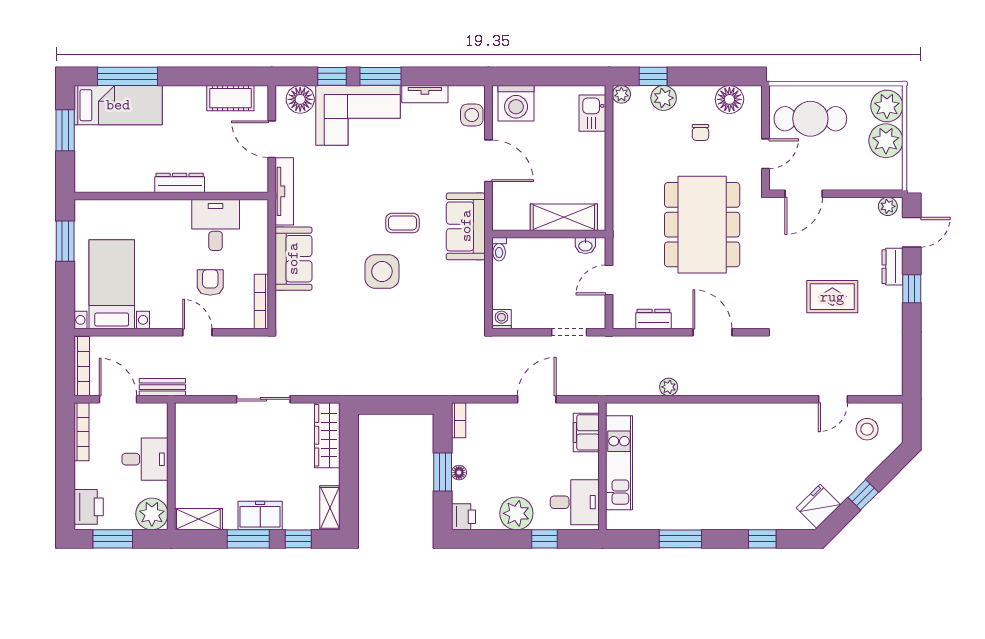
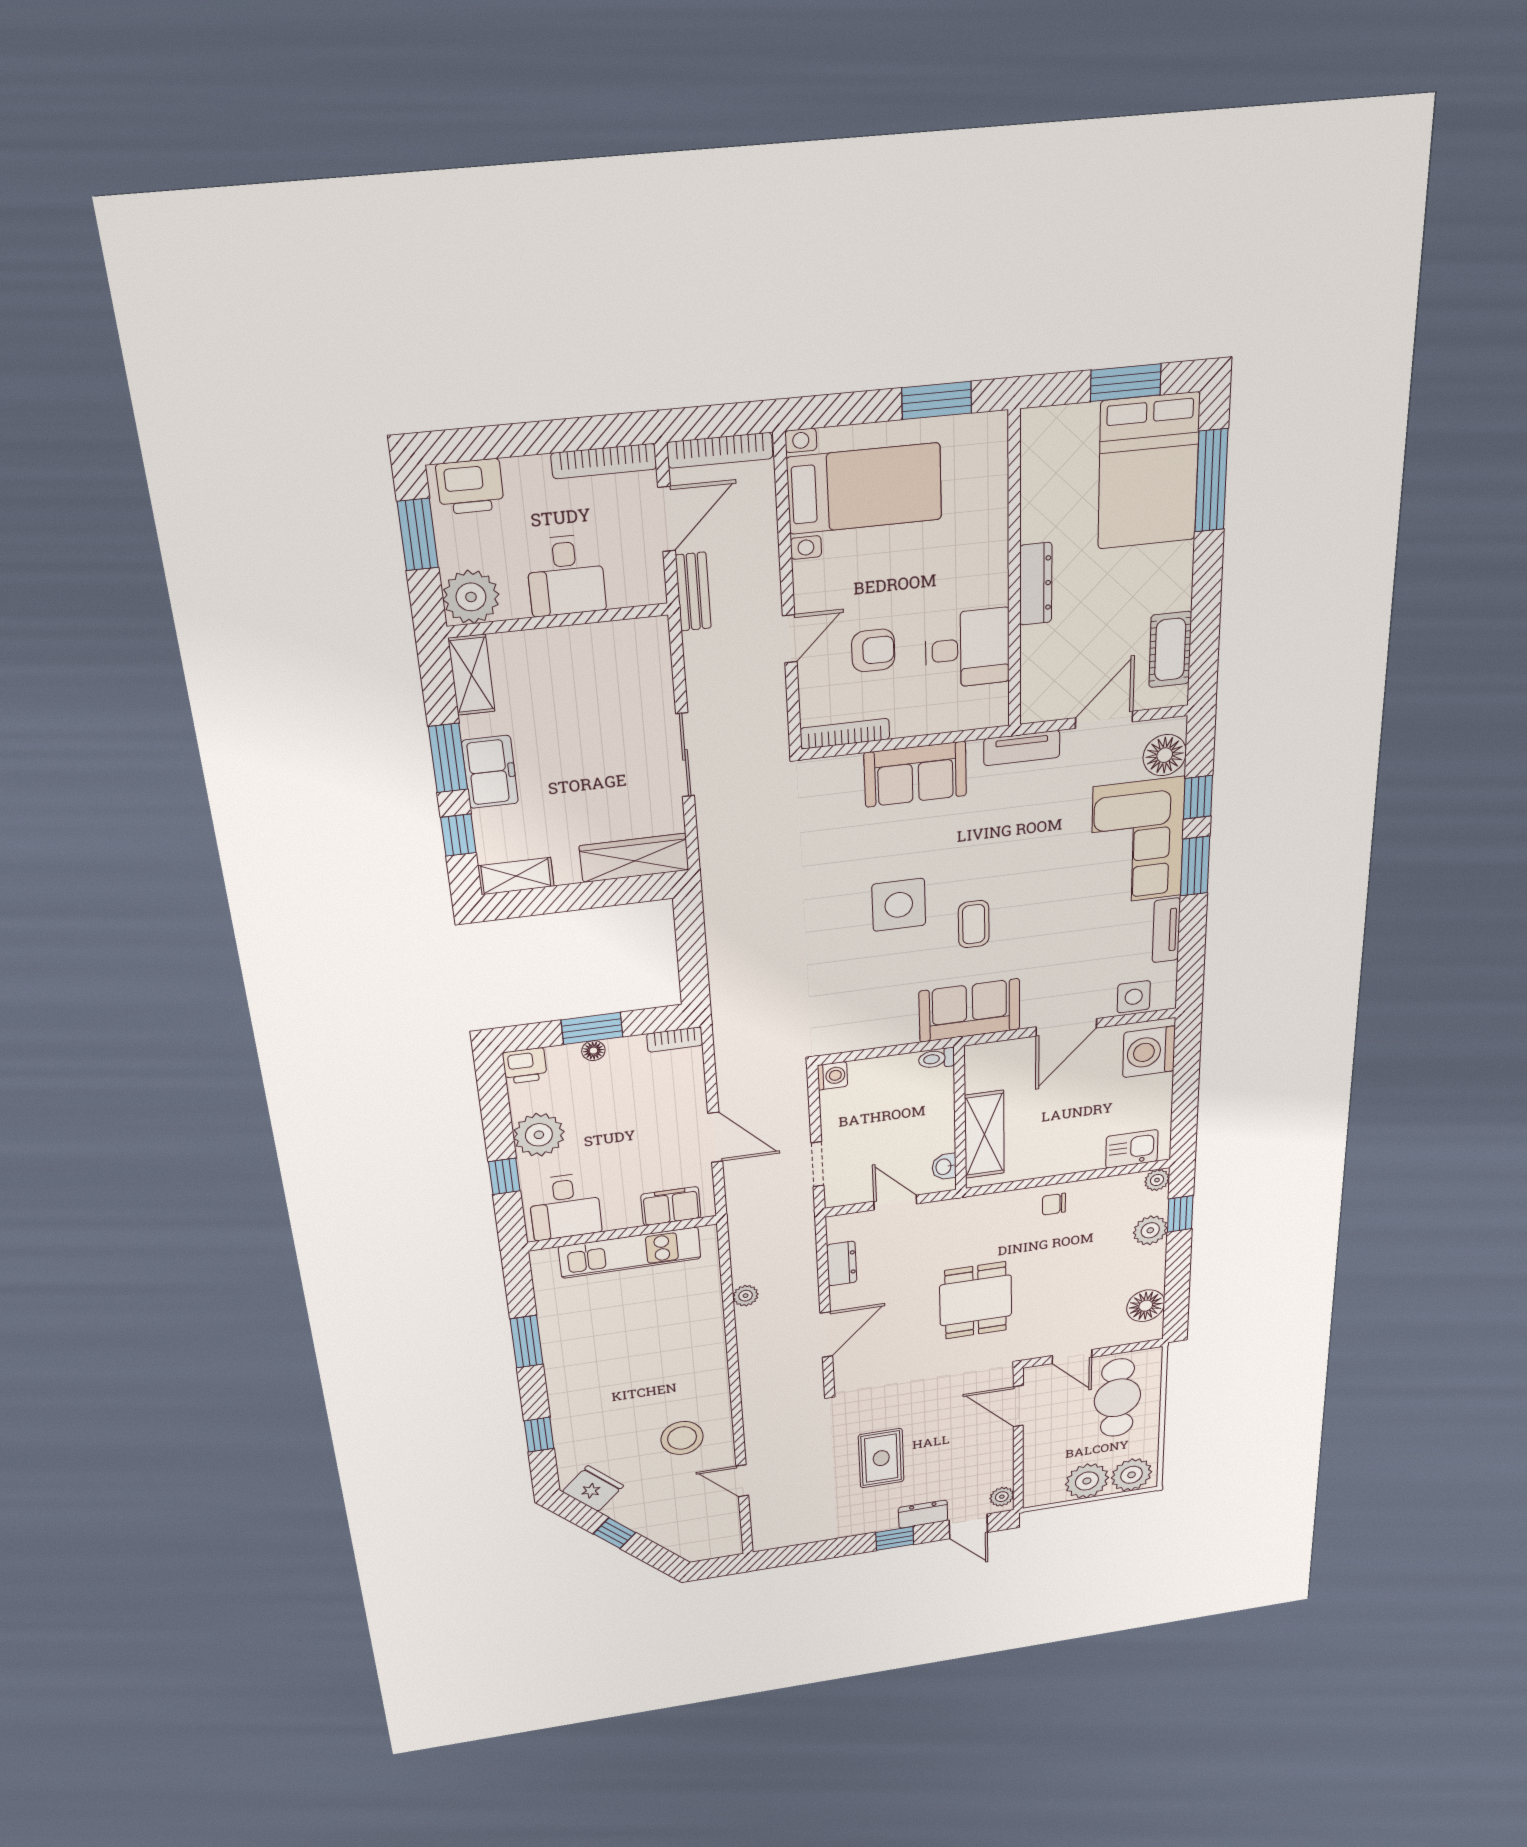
bed: (118, 105) -> (1149, 471), width x1.50
chair: (700, 132) -> (1054, 1204), moved
tv unit: (284, 191) -> (1022, 748), width x0.71
dining table: (702, 225) -> (976, 1300), width x0.53, depth x0.80
stool: (867, 429) -> (682, 1438), moved, width x1.38, depth x1.38

